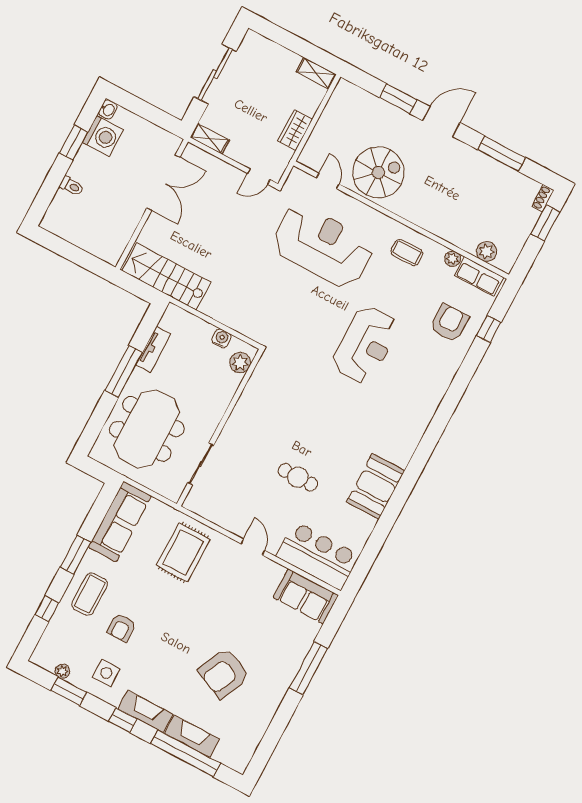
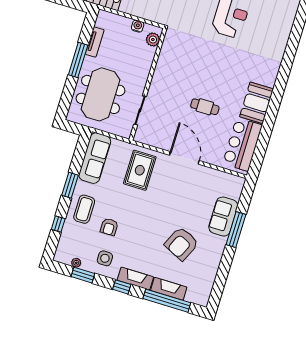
door: (253, 547) -> (184, 158), width x1.87
bar counter: (318, 556) -> (242, 144), moved, turned -90
sofa: (306, 596) -> (223, 217), moved, turned 90

